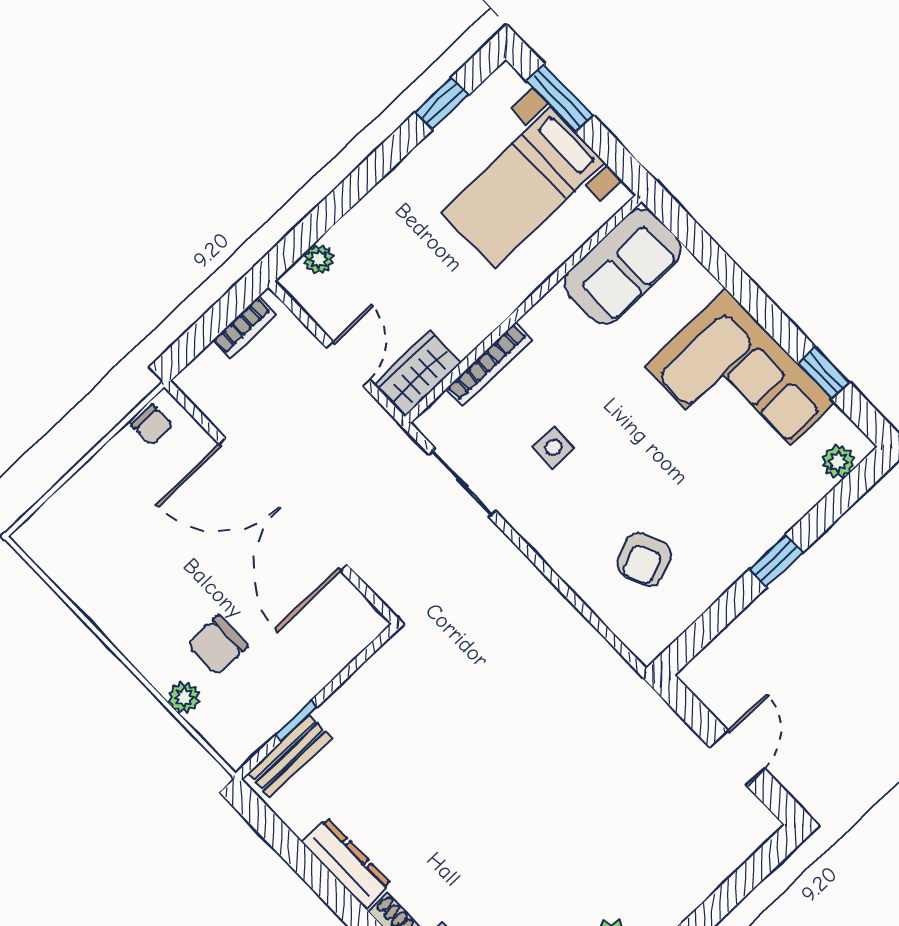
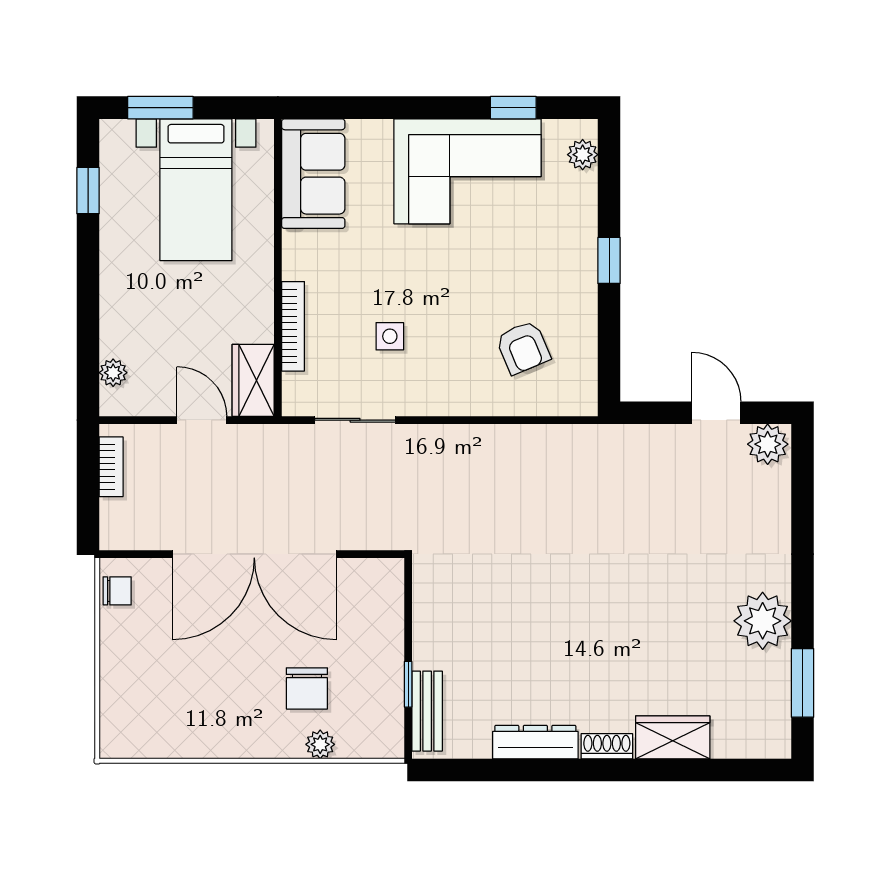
plant: (751, 822) -> (768, 444), added

